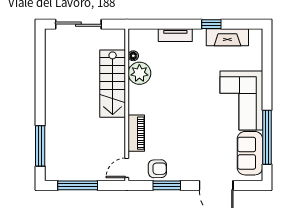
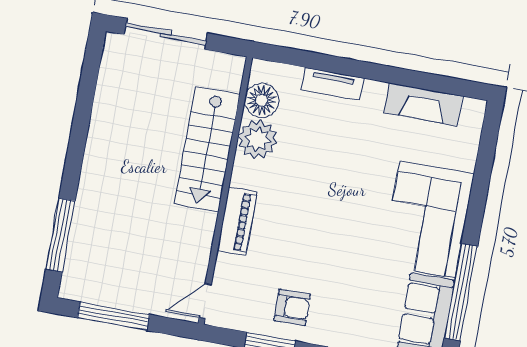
window: (211, 24) -> (399, 76), removed
floor lamp: (133, 56) -> (262, 100), width x1.89, depth x1.89
piano: (136, 133) -> (237, 221), moved
armchair: (157, 169) -> (292, 307), moved

